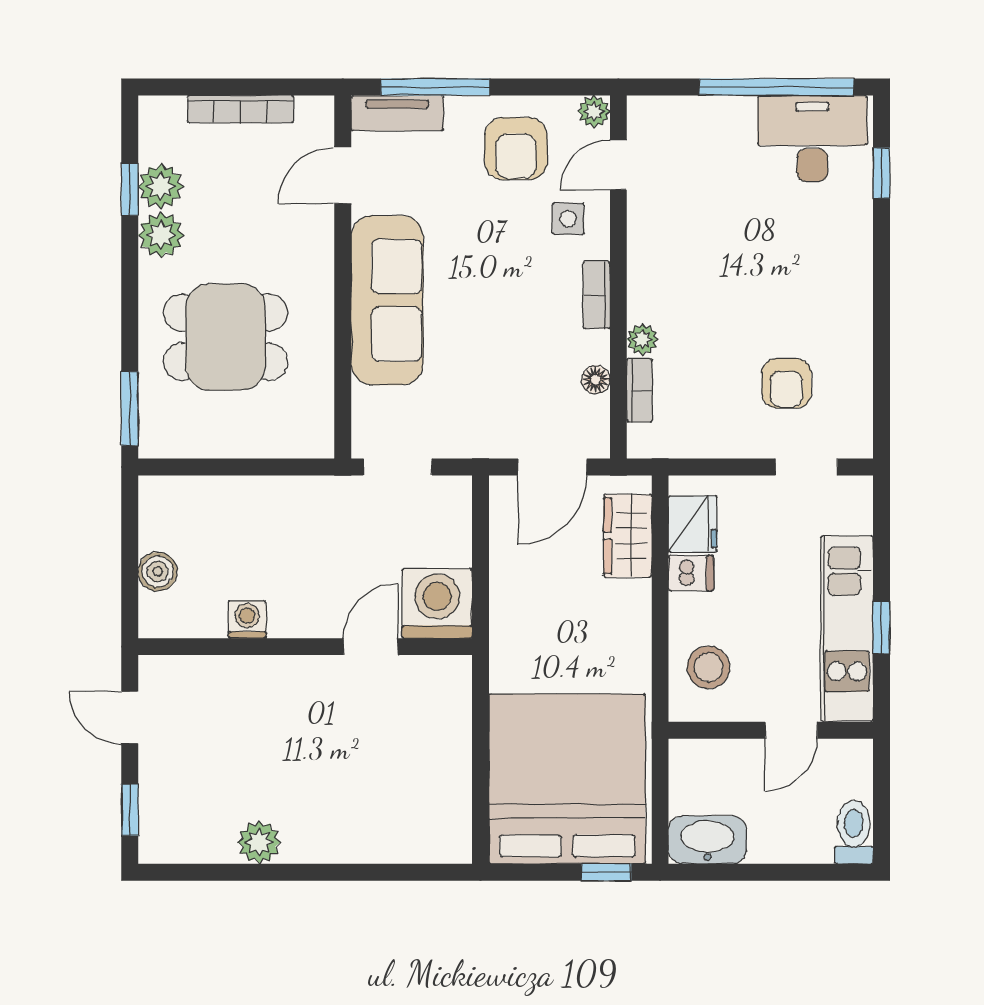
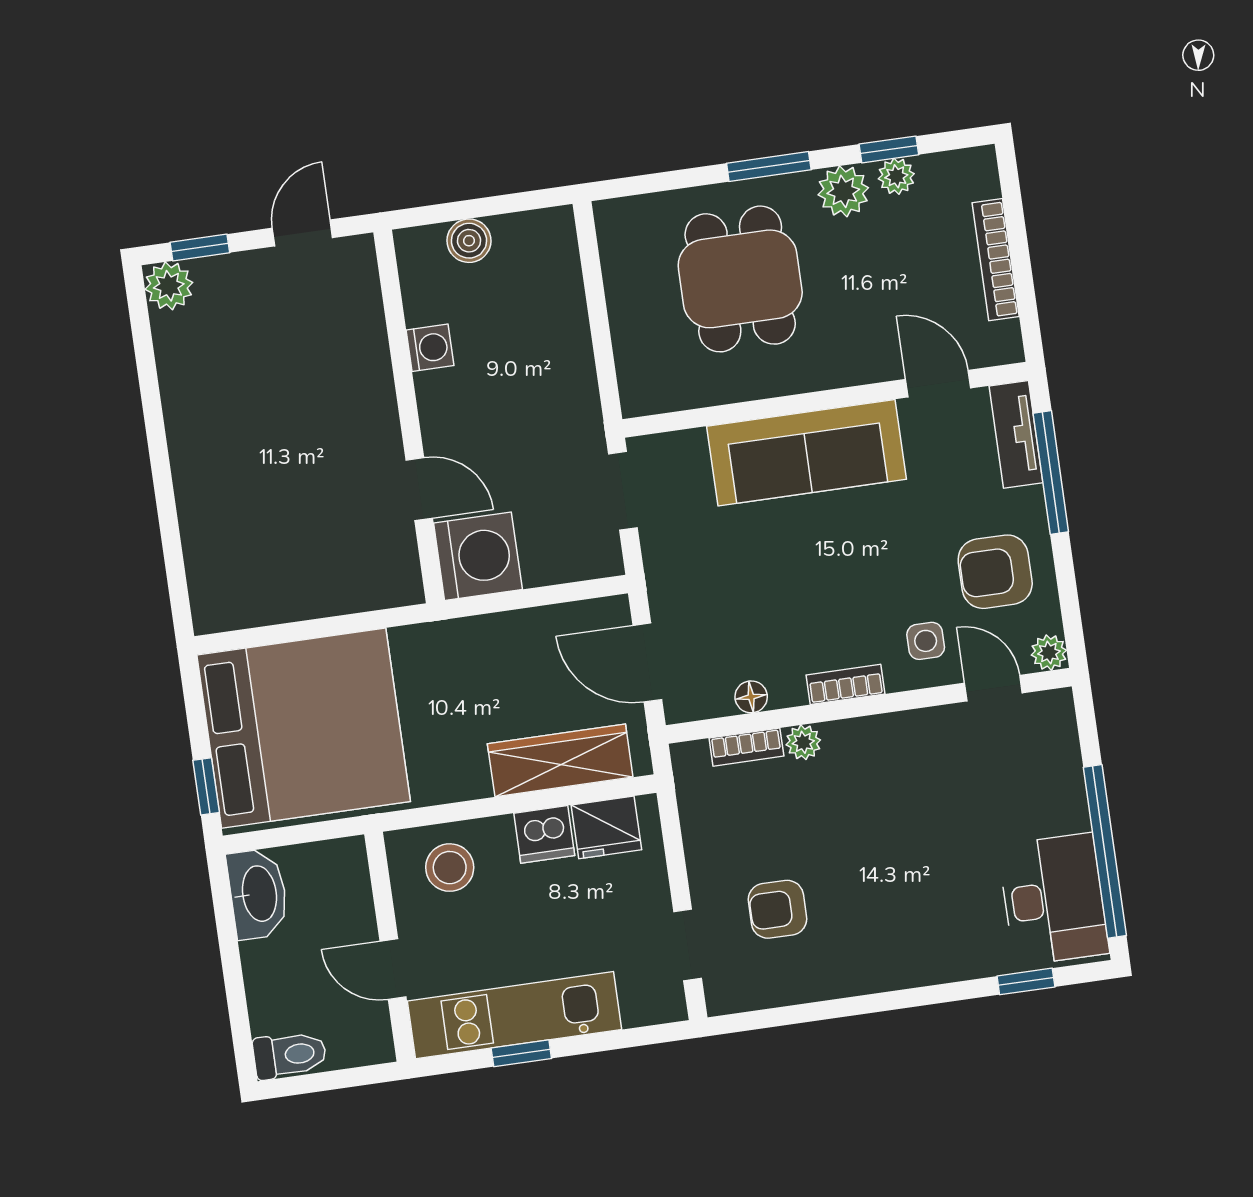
plant: (161, 186) -> (896, 176), width x0.73, depth x0.73
window: (130, 408) -> (769, 166), moved
wardrobe: (628, 536) -> (560, 760), width x1.50
dishwasher: (691, 573) -> (544, 834), width x1.38
plant: (259, 842) -> (169, 286), moved

